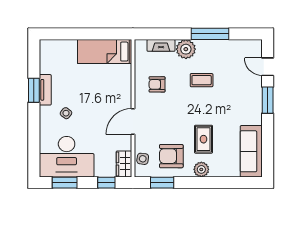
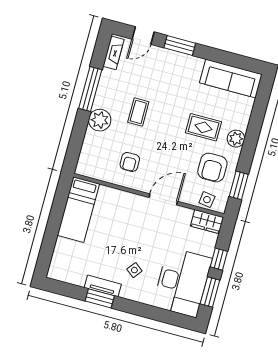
fireplace: (161, 45) -> (113, 53), moved
door: (133, 122) -> (163, 199), swing flipped
window: (106, 183) -> (219, 259), moved

